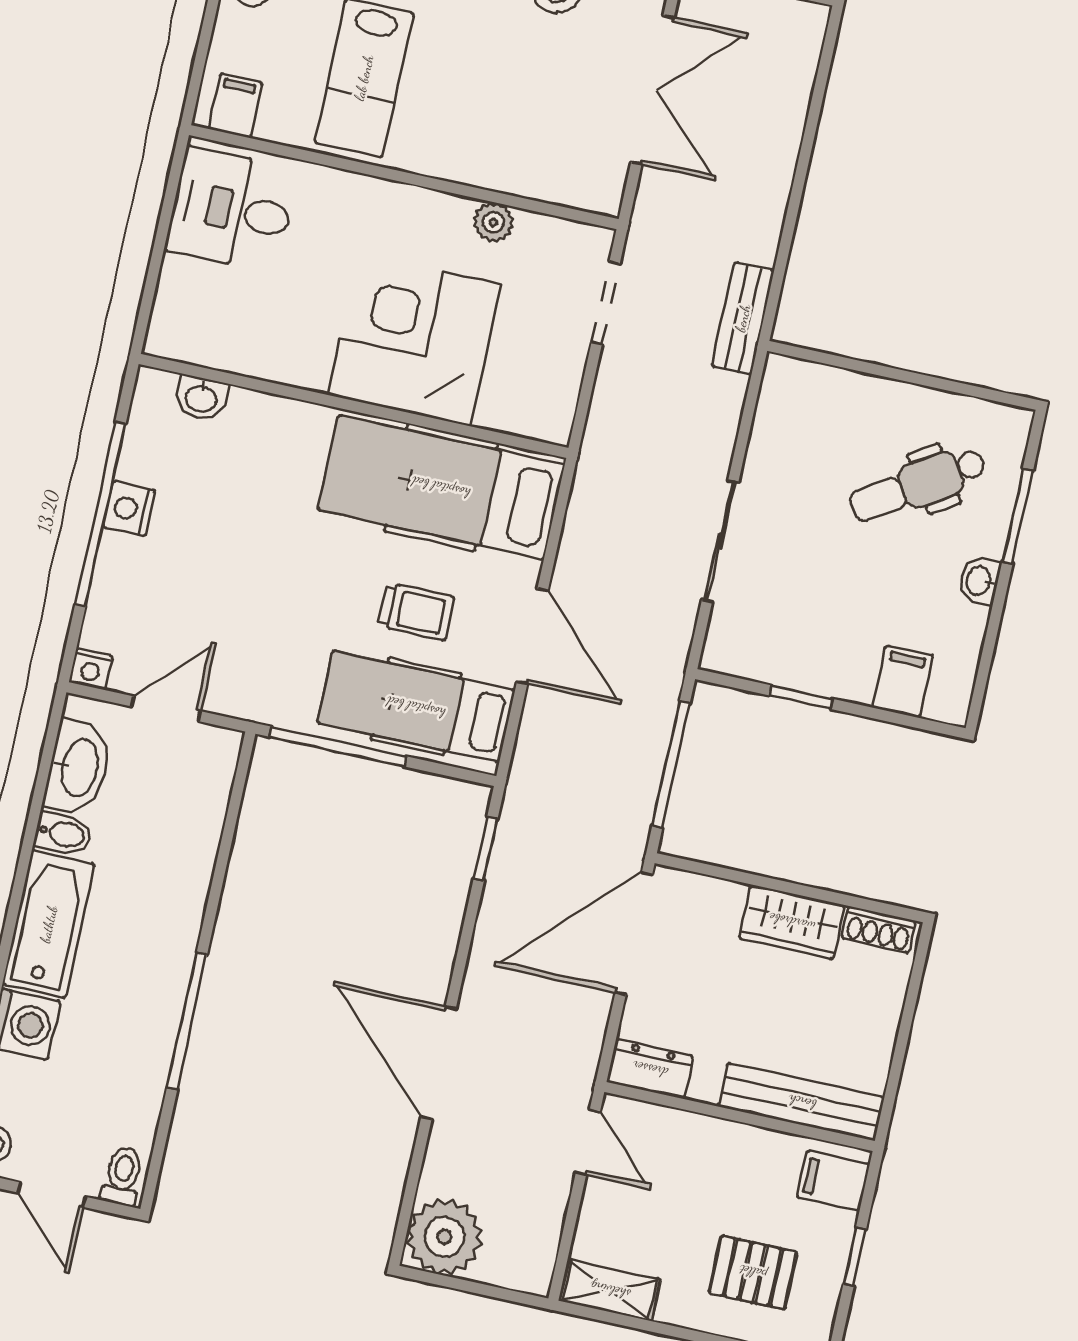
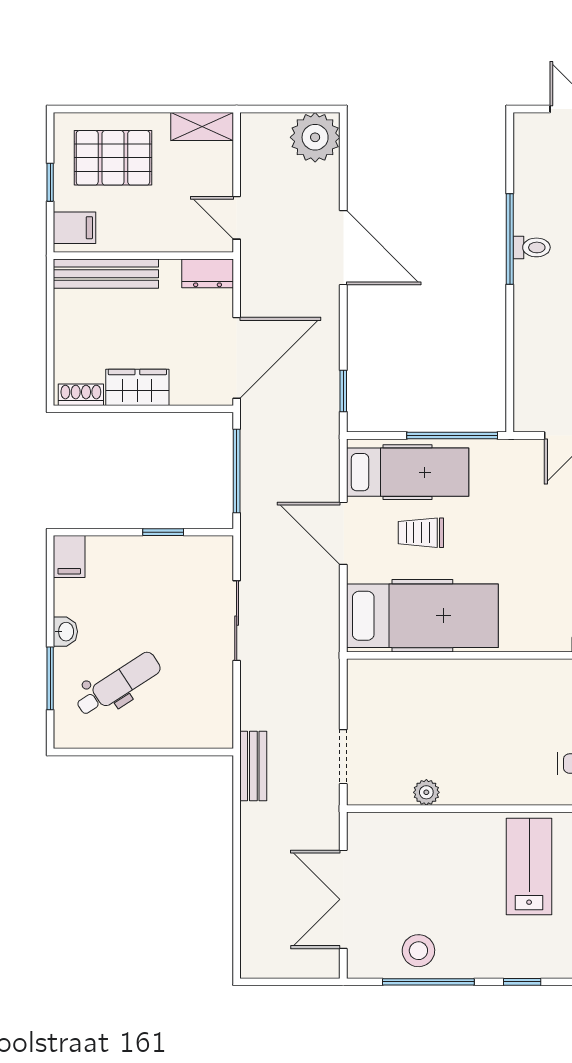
corner desk: (414, 339) -> (460, 706), removed
filing cabinet: (903, 681) -> (69, 556), moved
toilet: (123, 1176) -> (532, 247), moved, turned -90
pallet: (753, 1272) -> (113, 158), width x1.50, depth x1.42

